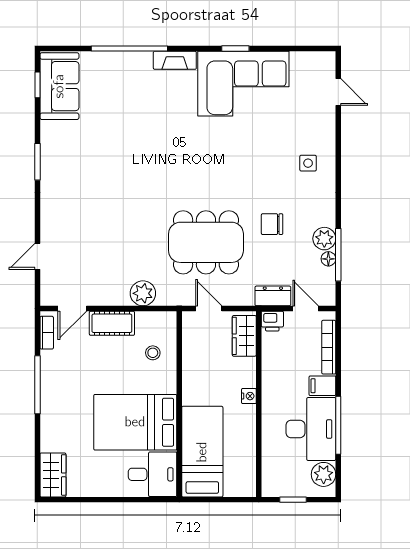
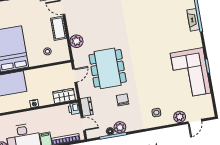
fireplace: (175, 60) -> (193, 20), moved
plant: (324, 120) -> (180, 117), added
door: (306, 308) -> (83, 124), hinge flipped

